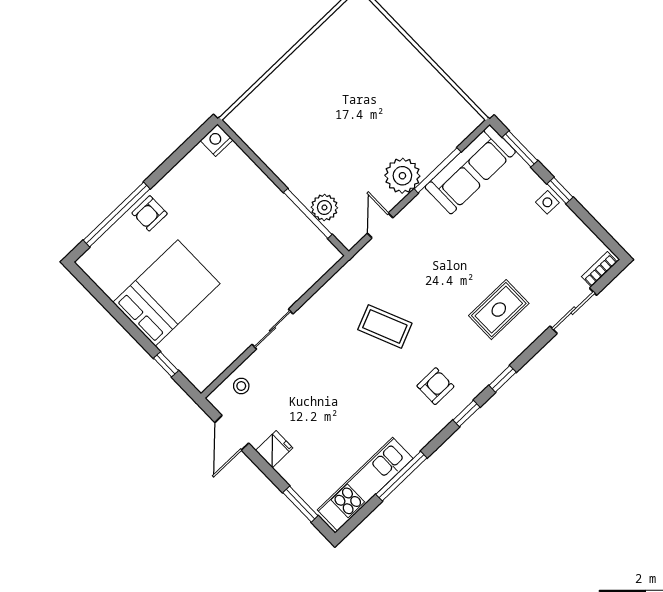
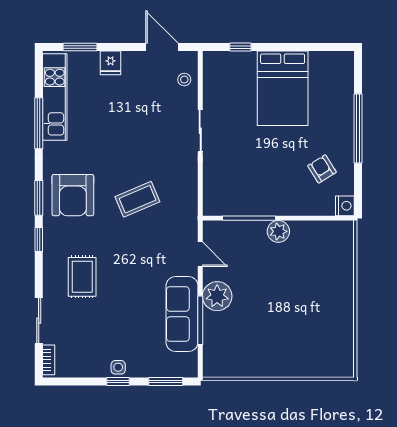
sofa: (470, 169) -> (182, 314), moved
plant: (324, 207) -> (278, 231), moved
armchair: (150, 213) -> (322, 169), moved, turned -32
window: (117, 214) -> (358, 129), moved
armchair: (435, 386) -> (73, 195), width x1.88, depth x1.88
window: (466, 414) -> (39, 198), width x1.50
fridge: (274, 449) -> (111, 63), moved

